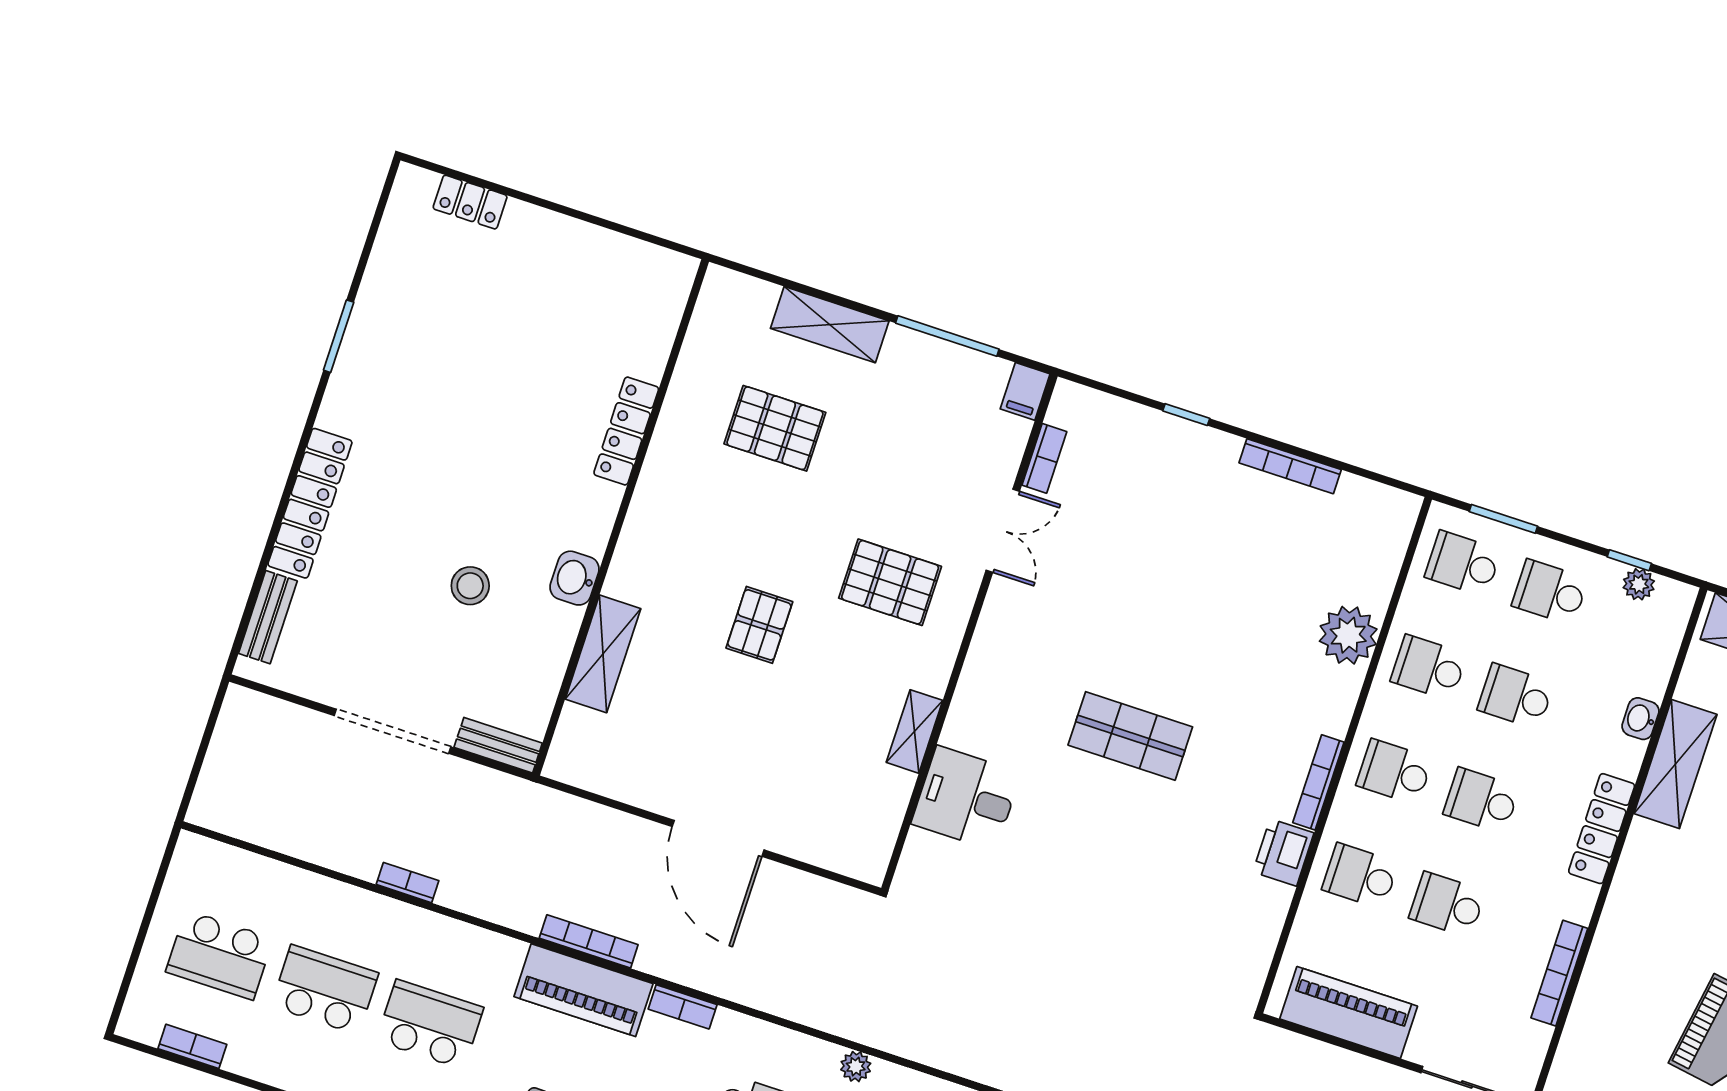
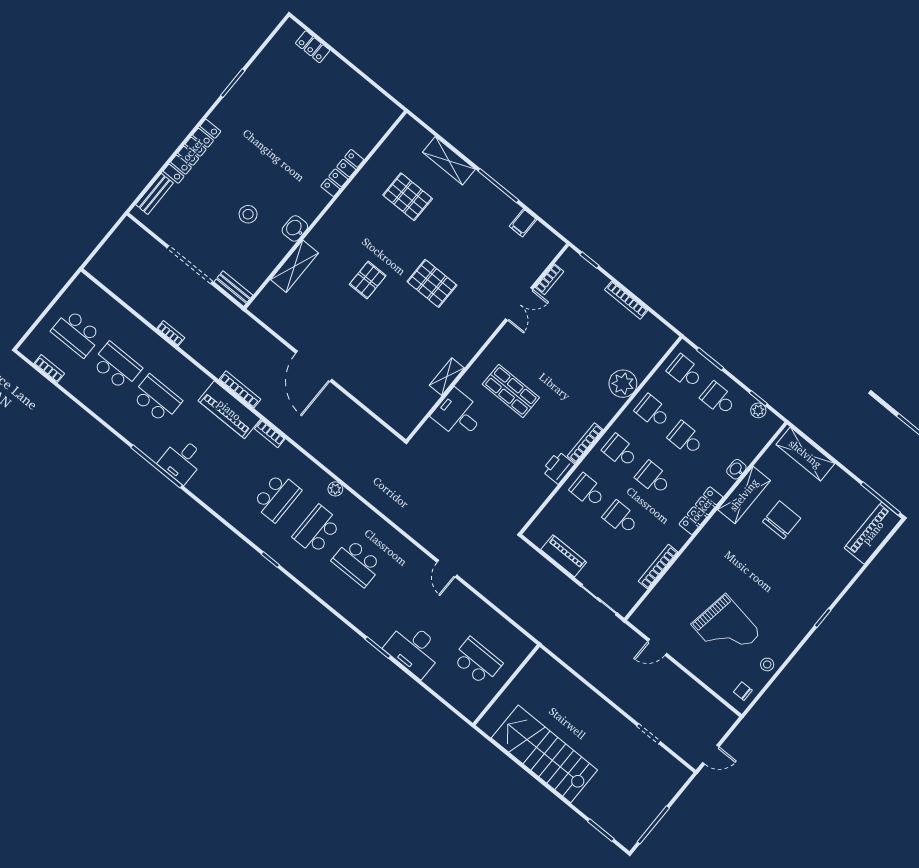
bookcase: (1044, 458) -> (549, 279), moved
double door: (1003, 531) -> (519, 304), moved
wall: (969, 632) -> (487, 343), moved
shelving: (915, 731) -> (447, 377), moved
desk: (966, 798) -> (458, 414), moved
piano: (1349, 1012) -> (564, 556), width x0.73, depth x0.75

